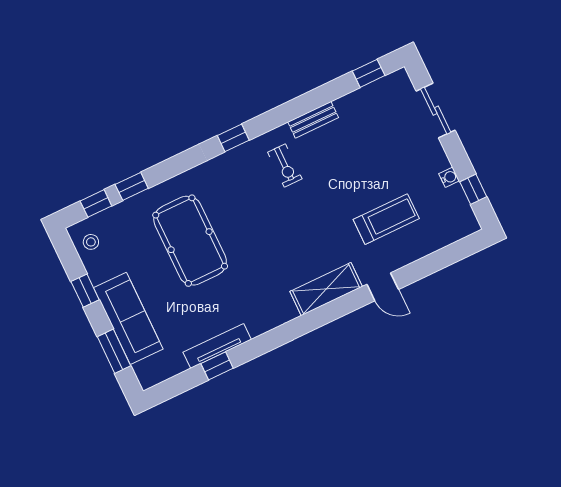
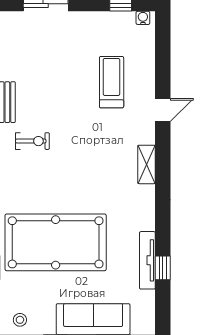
water cooler: (449, 177) -> (143, 18), moved
pool table: (190, 241) -> (56, 242), width x1.36, depth x1.32
shelving: (326, 289) -> (146, 164), width x0.67, depth x0.75

